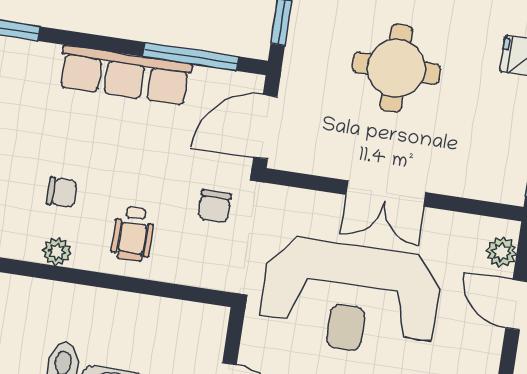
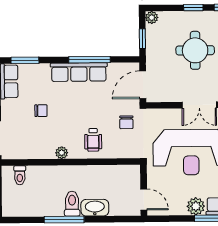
window: (191, 57) -> (89, 60), moved
chair: (62, 192) -> (41, 111), moved

